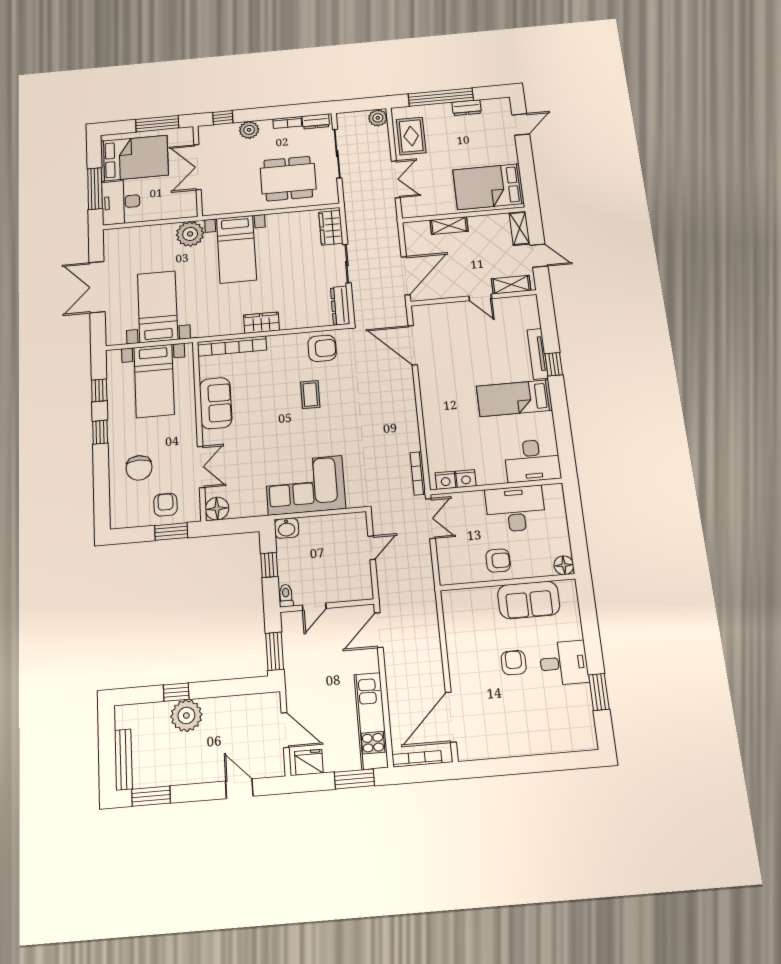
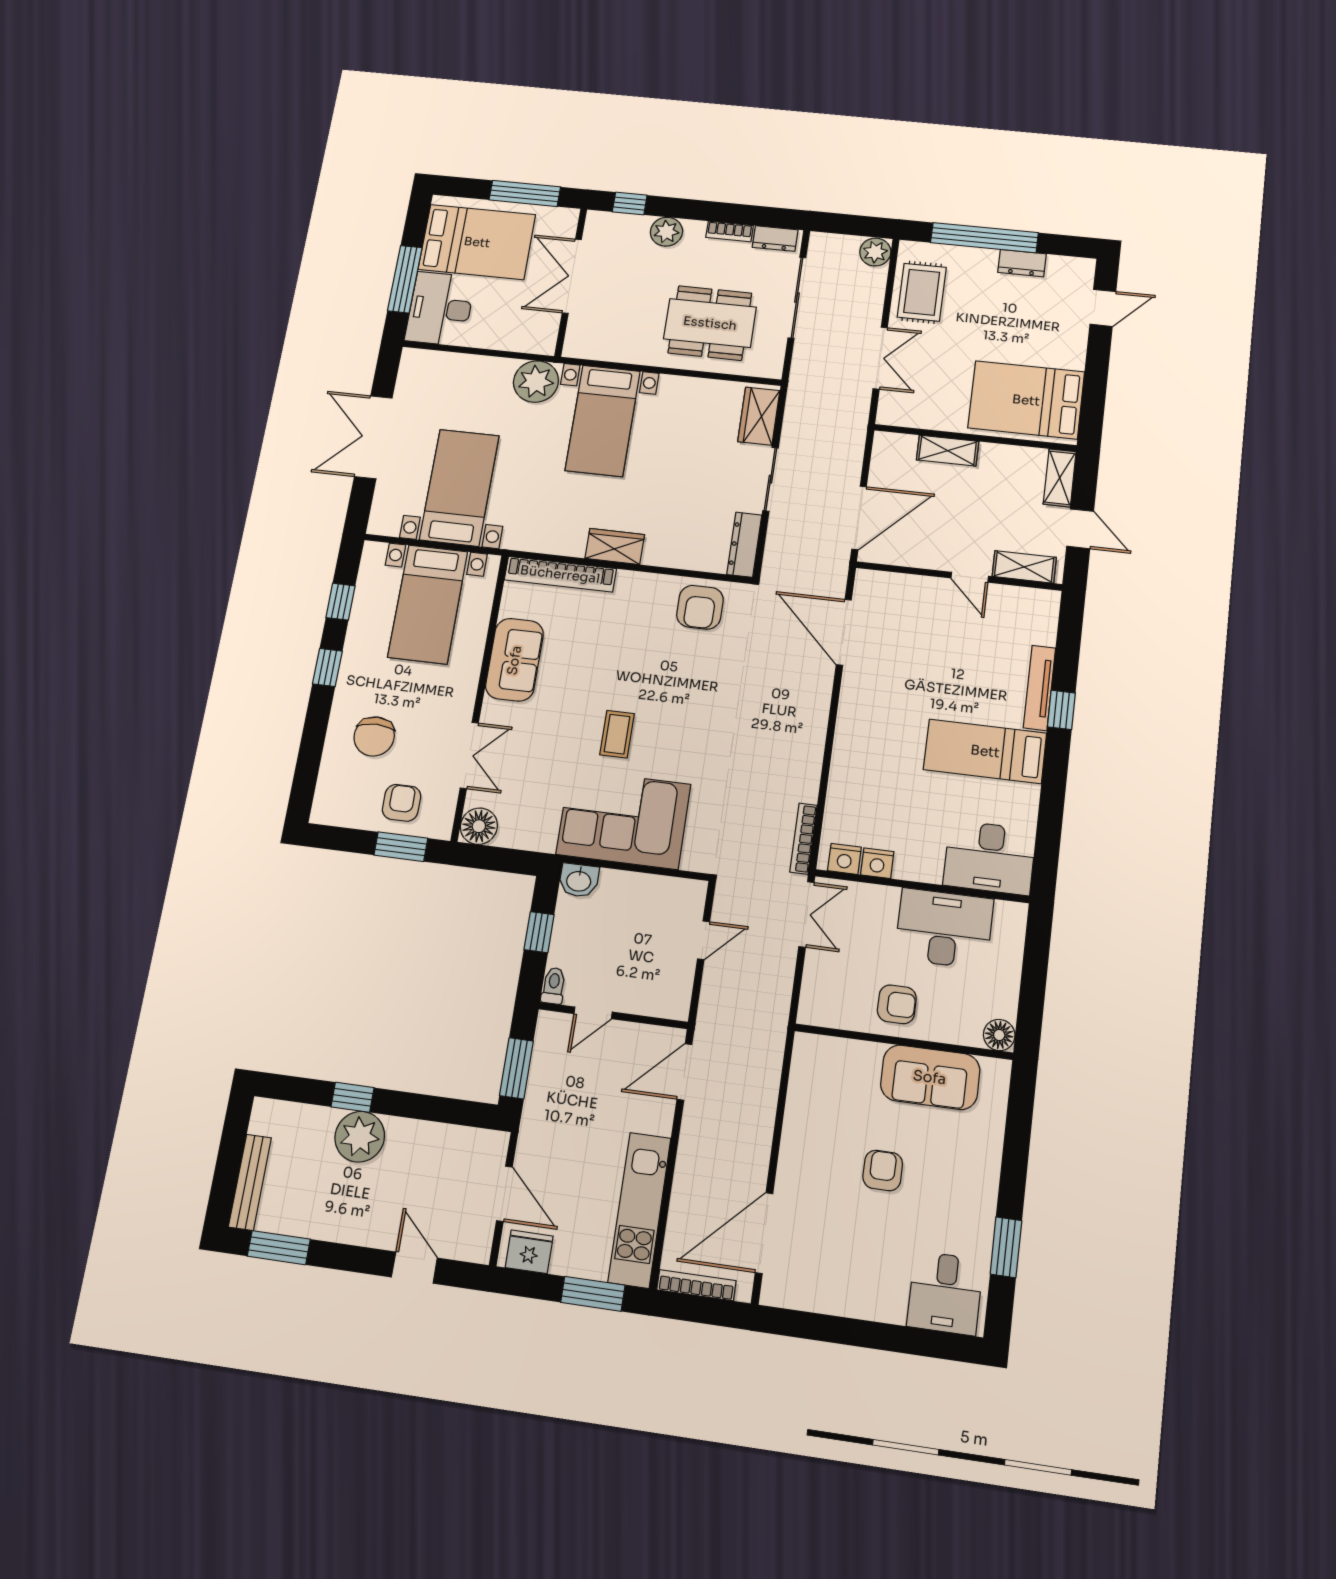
armchair: (322, 348) -> (700, 607), turned 90
coffee table: (310, 395) -> (617, 734), moved
desk: (564, 663) -> (945, 1293), moved, turned 90

